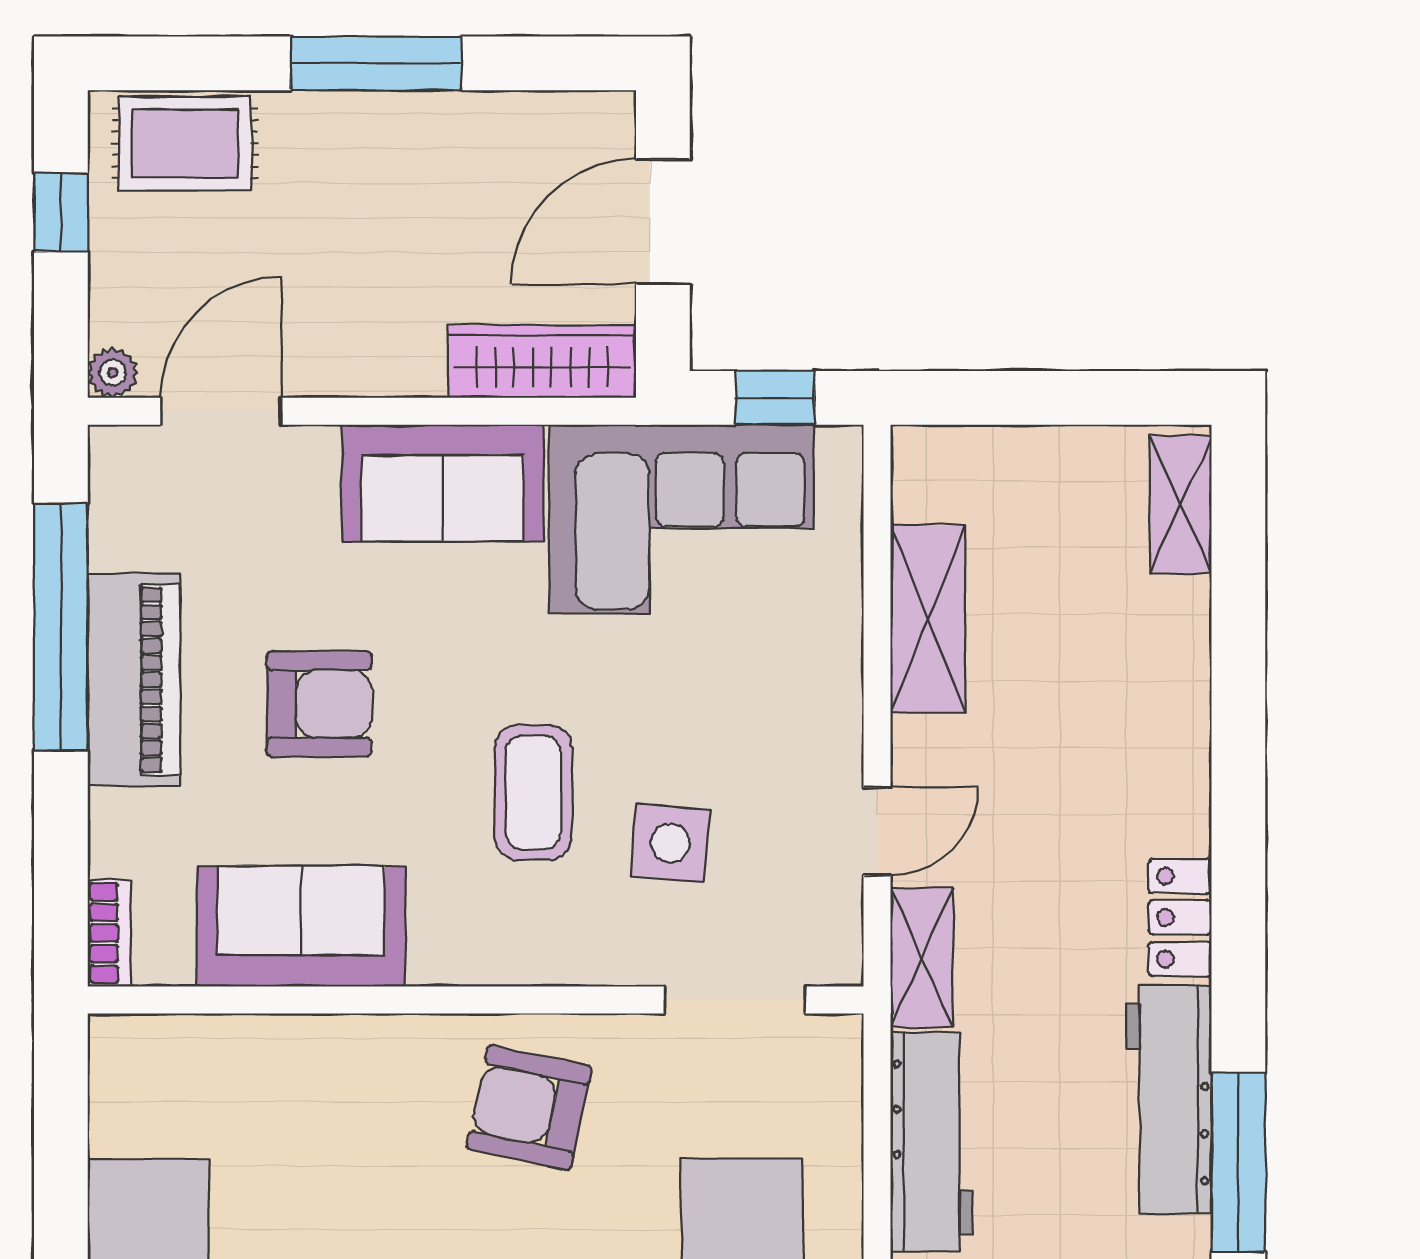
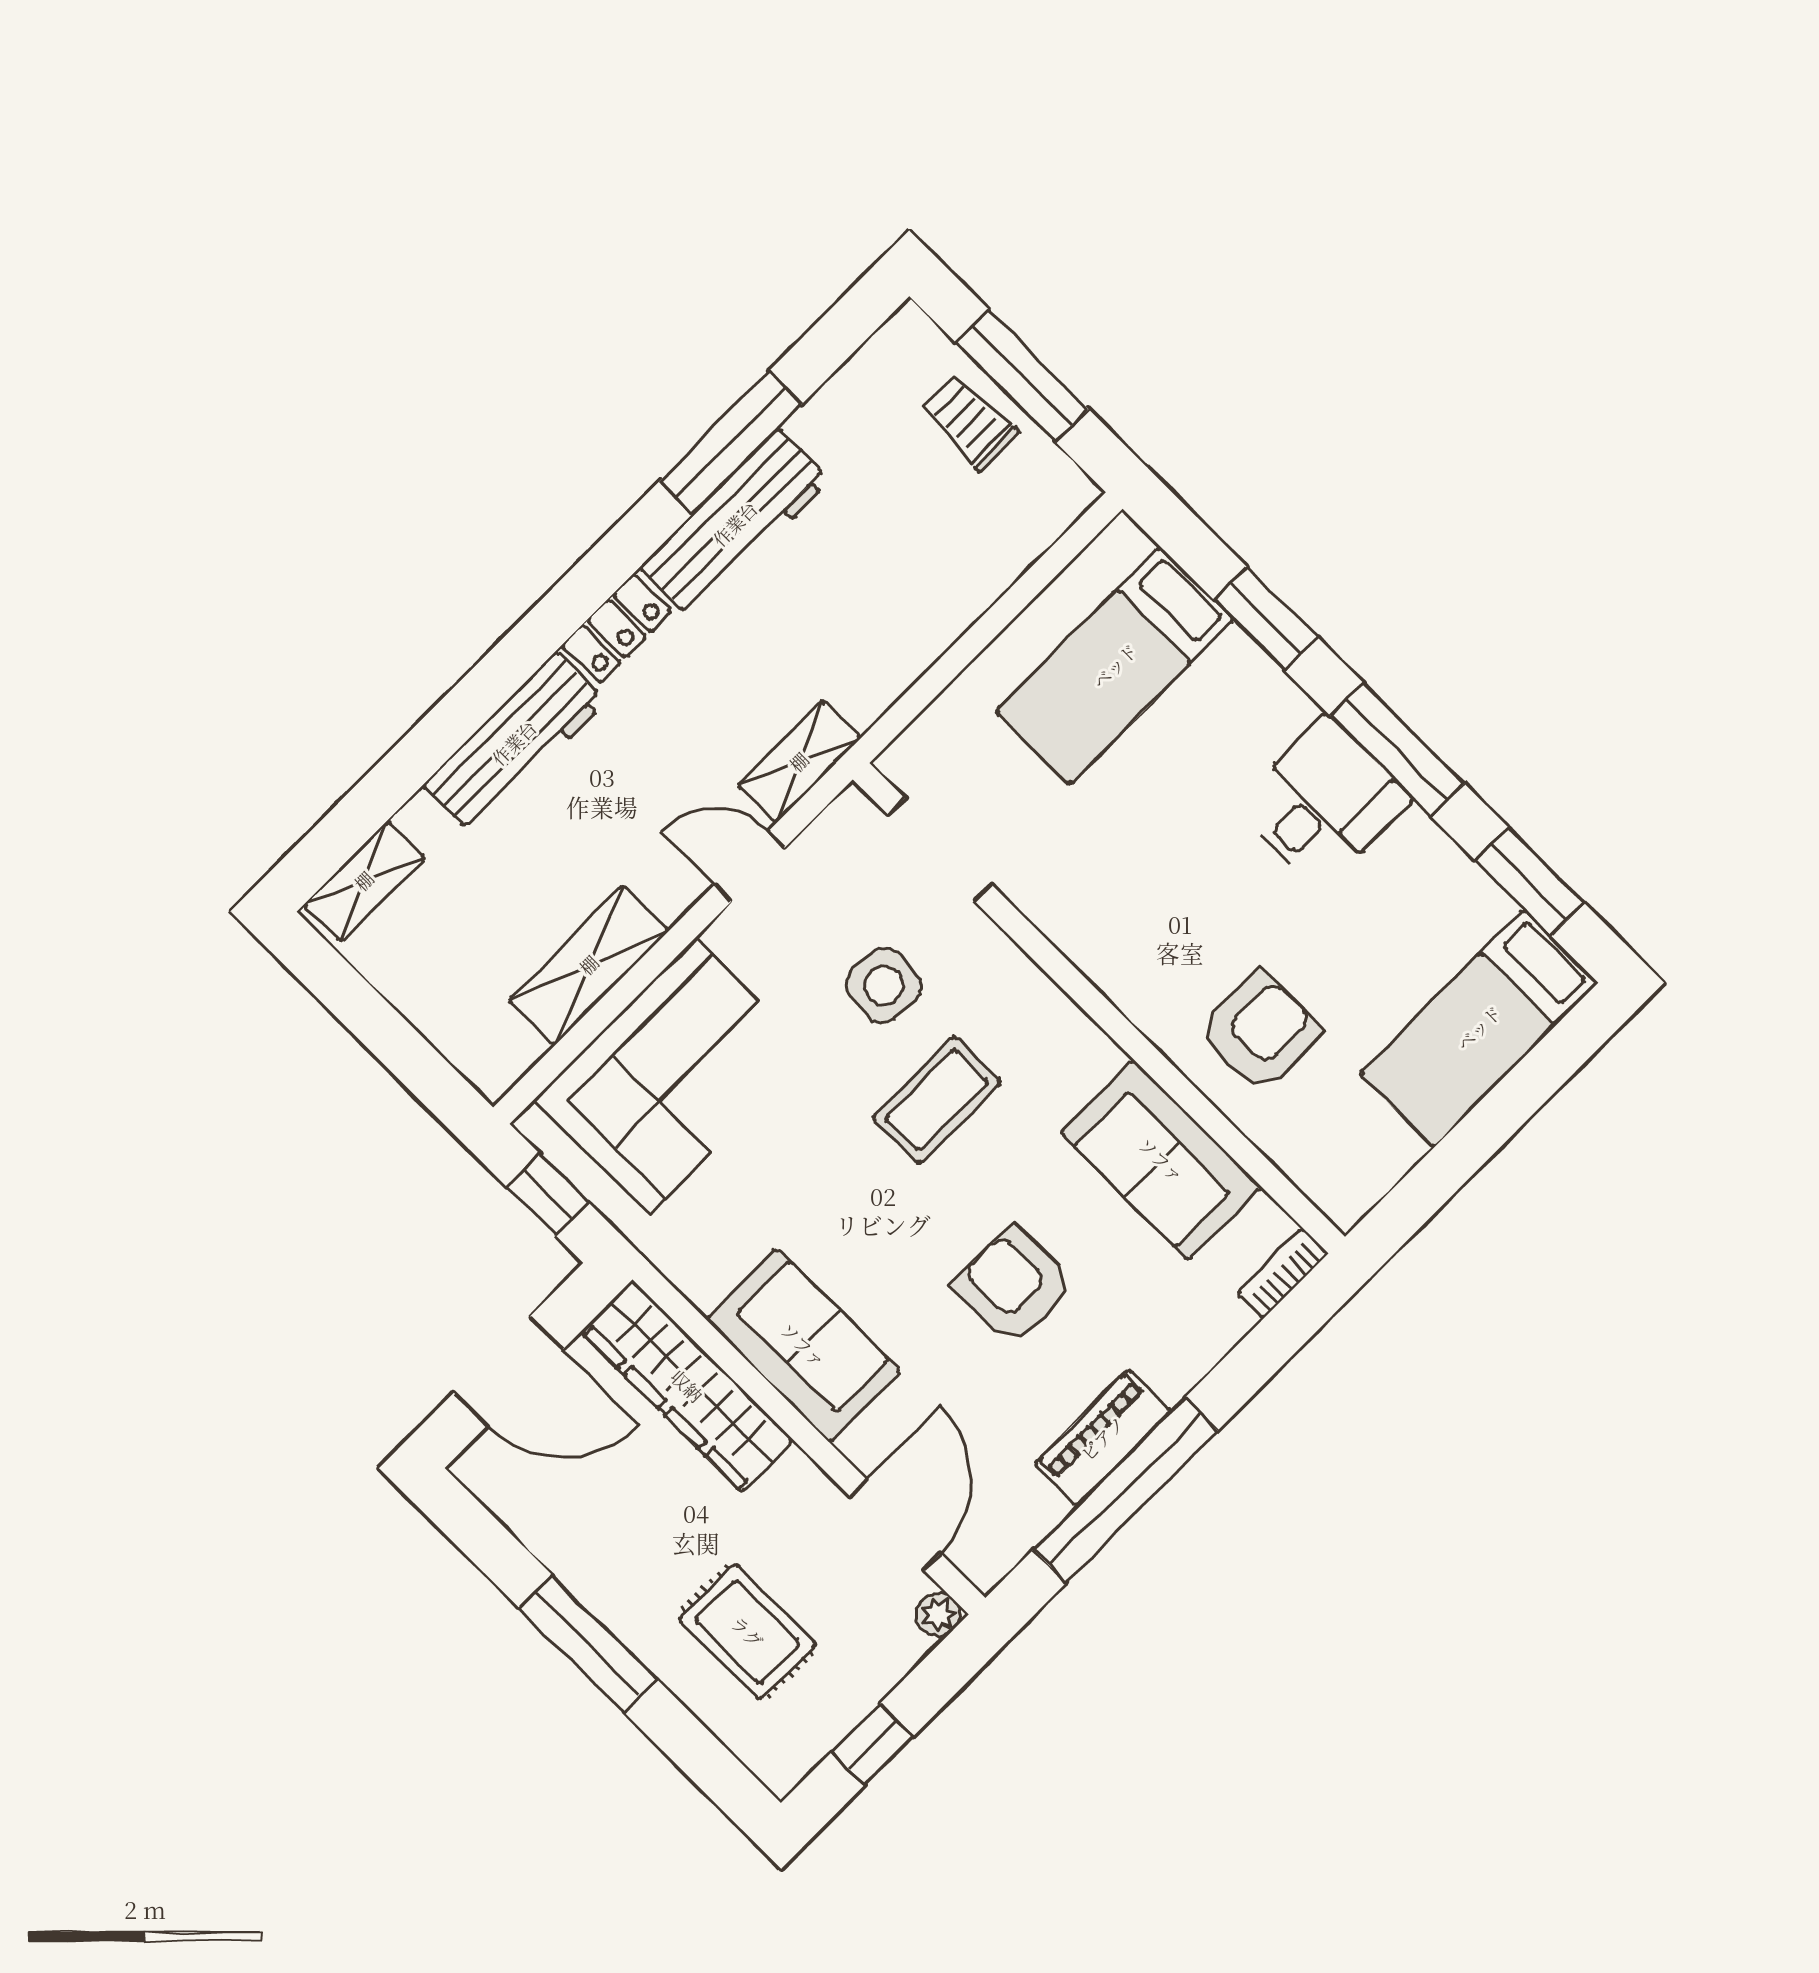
rug: (185, 143) -> (747, 1632), moved
wardrobe: (542, 362) -> (687, 1386), width x1.40, depth x1.17
door: (221, 411) -> (895, 1525), swing flipped
corner sofa: (681, 519) -> (672, 1076), moved, turned 90
piano: (134, 680) -> (1103, 1438), width x0.73, depth x0.75
armchair: (529, 1108) -> (1260, 1032), moved, turned -102
workbench: (932, 1142) -> (514, 743), moved, turned 180

